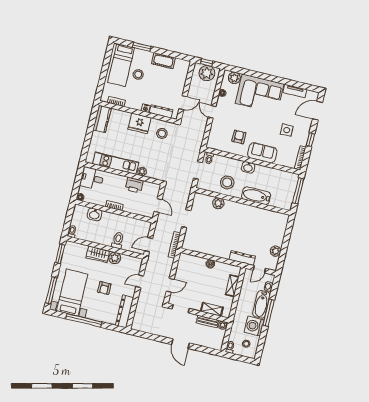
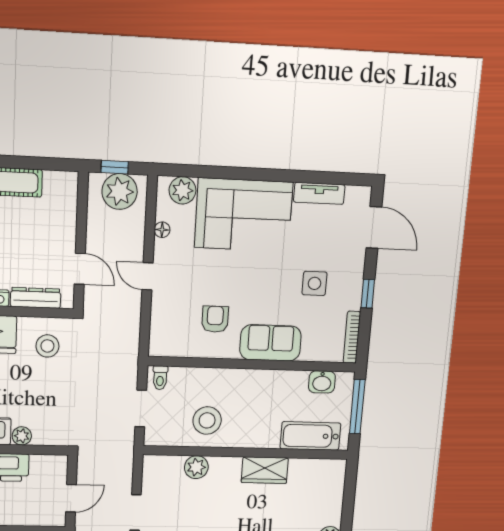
door: (183, 103) -> (80, 269), hinge flipped
door: (317, 111) -> (374, 227), swing flipped
washbasin: (248, 167) -> (322, 382), moved
bathtub: (256, 196) -> (310, 436), moved
door: (158, 205) -> (71, 498), hinge flipped
wardrobe: (250, 212) -> (265, 470), added

